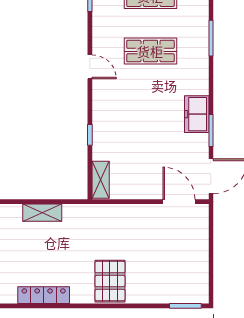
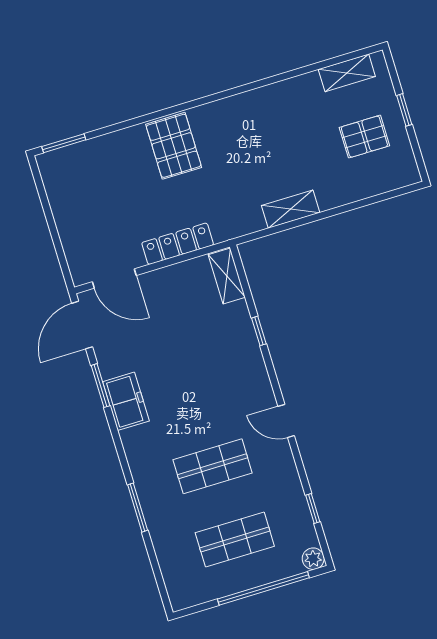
locker: (44, 295) -> (178, 244), moved, turned 180

